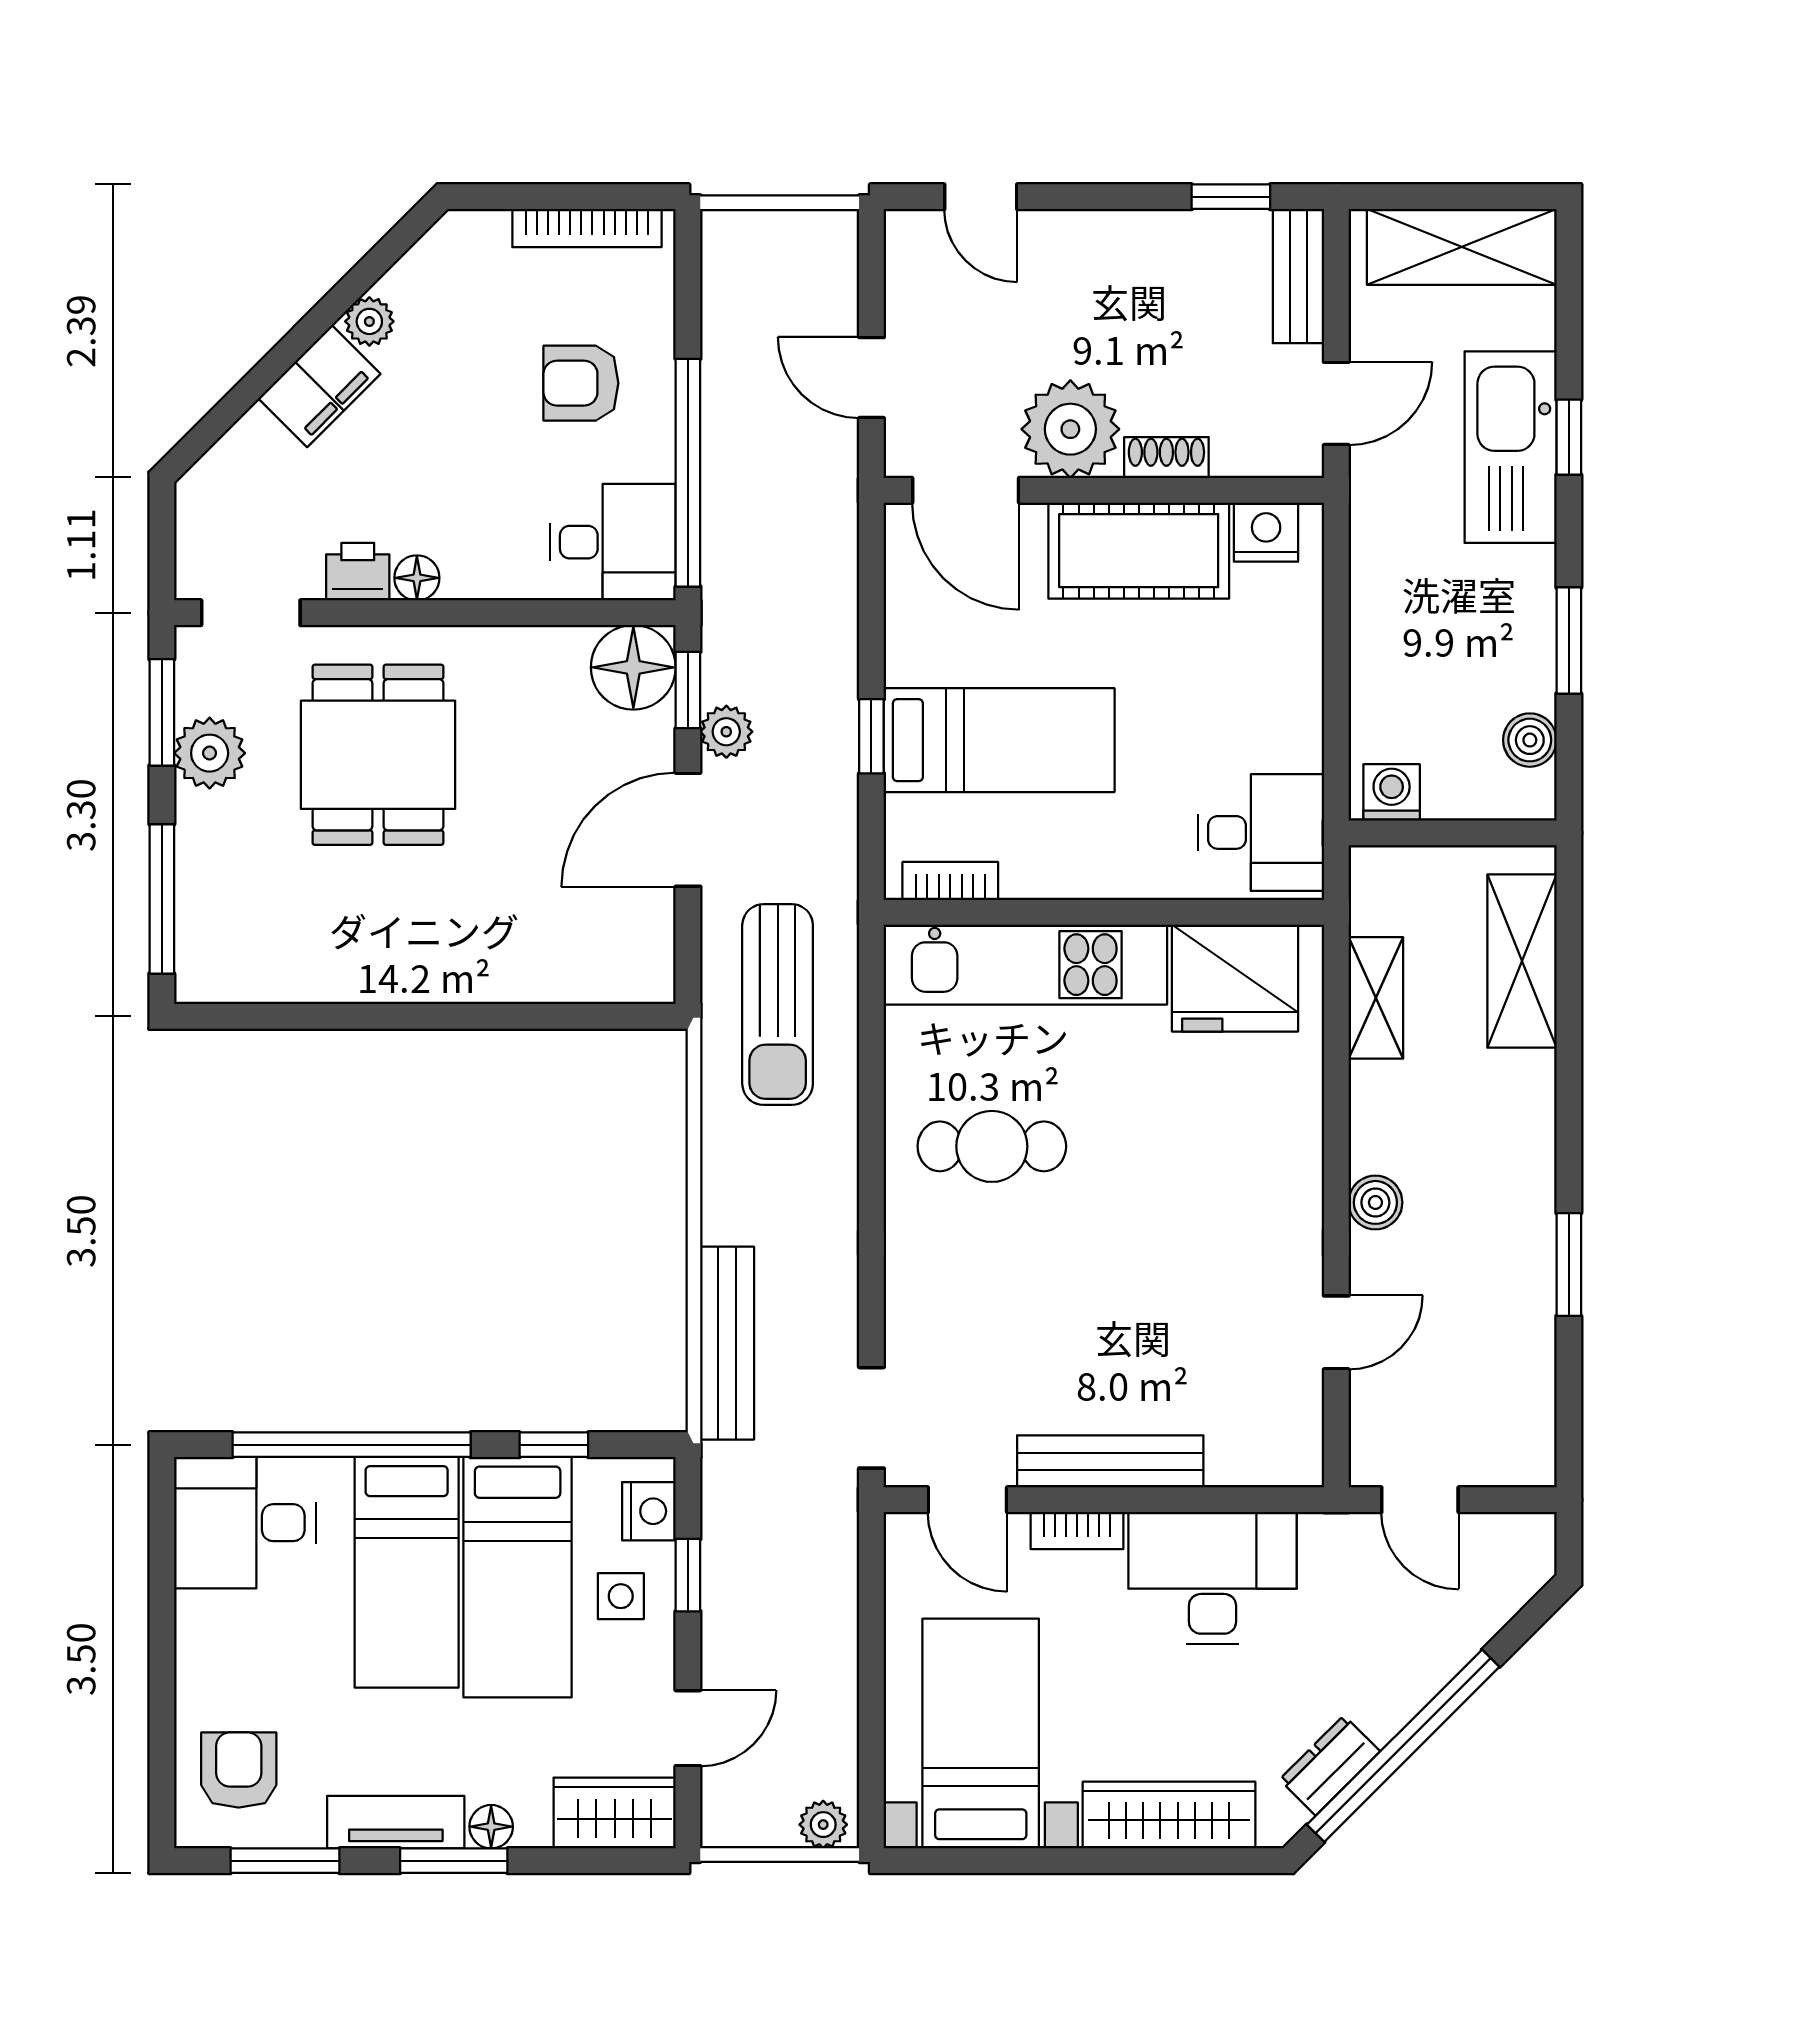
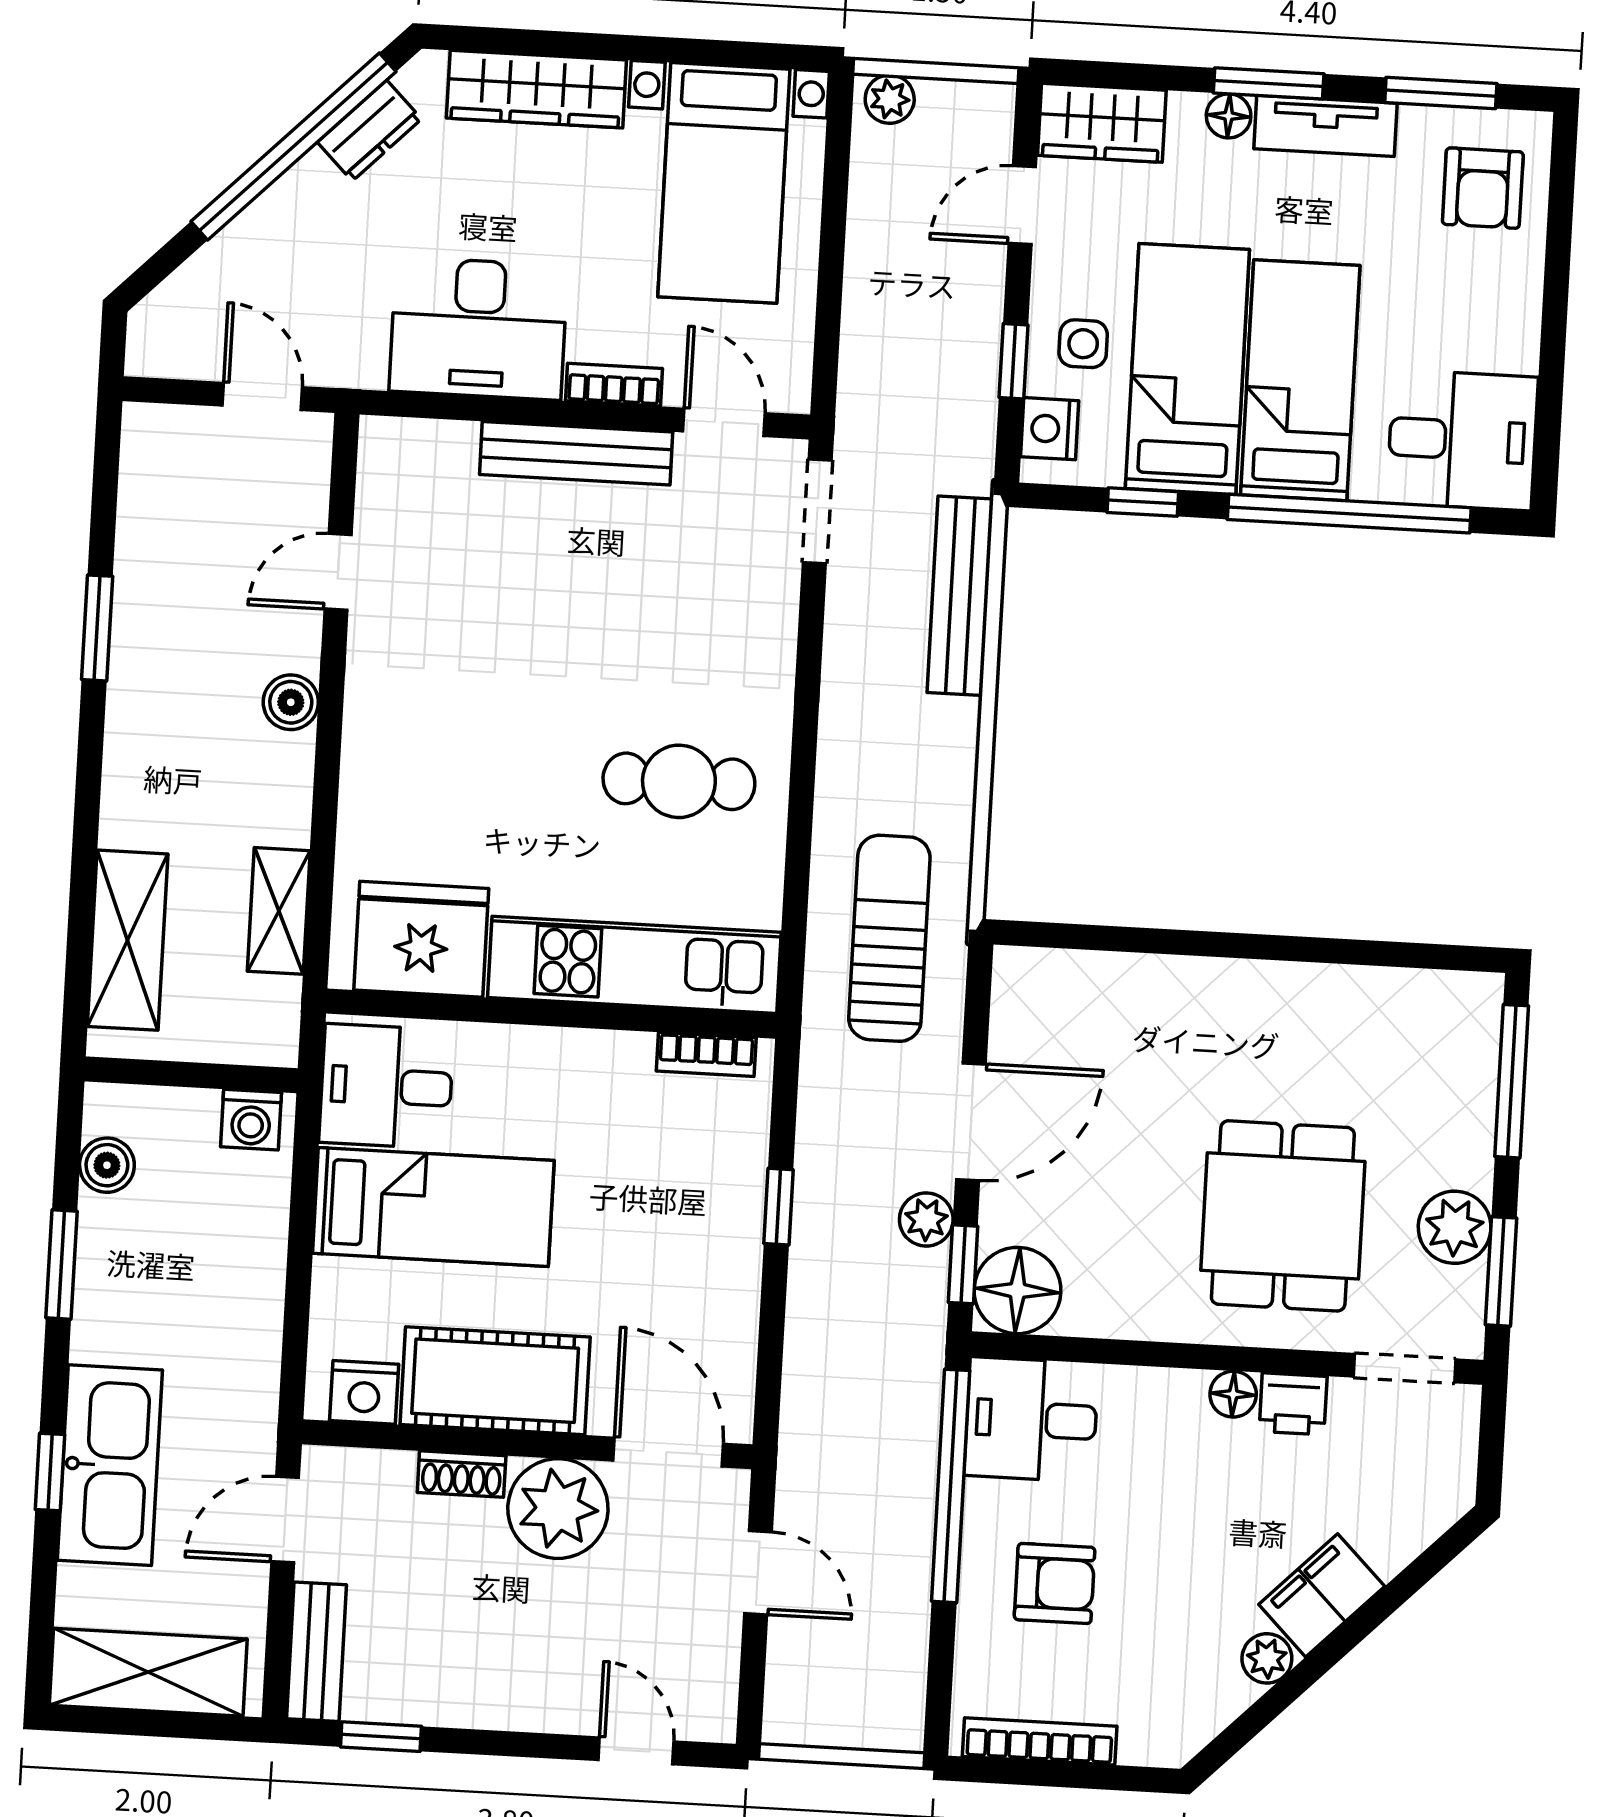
bed: (999, 740) -> (433, 1207), moved, turned 180

